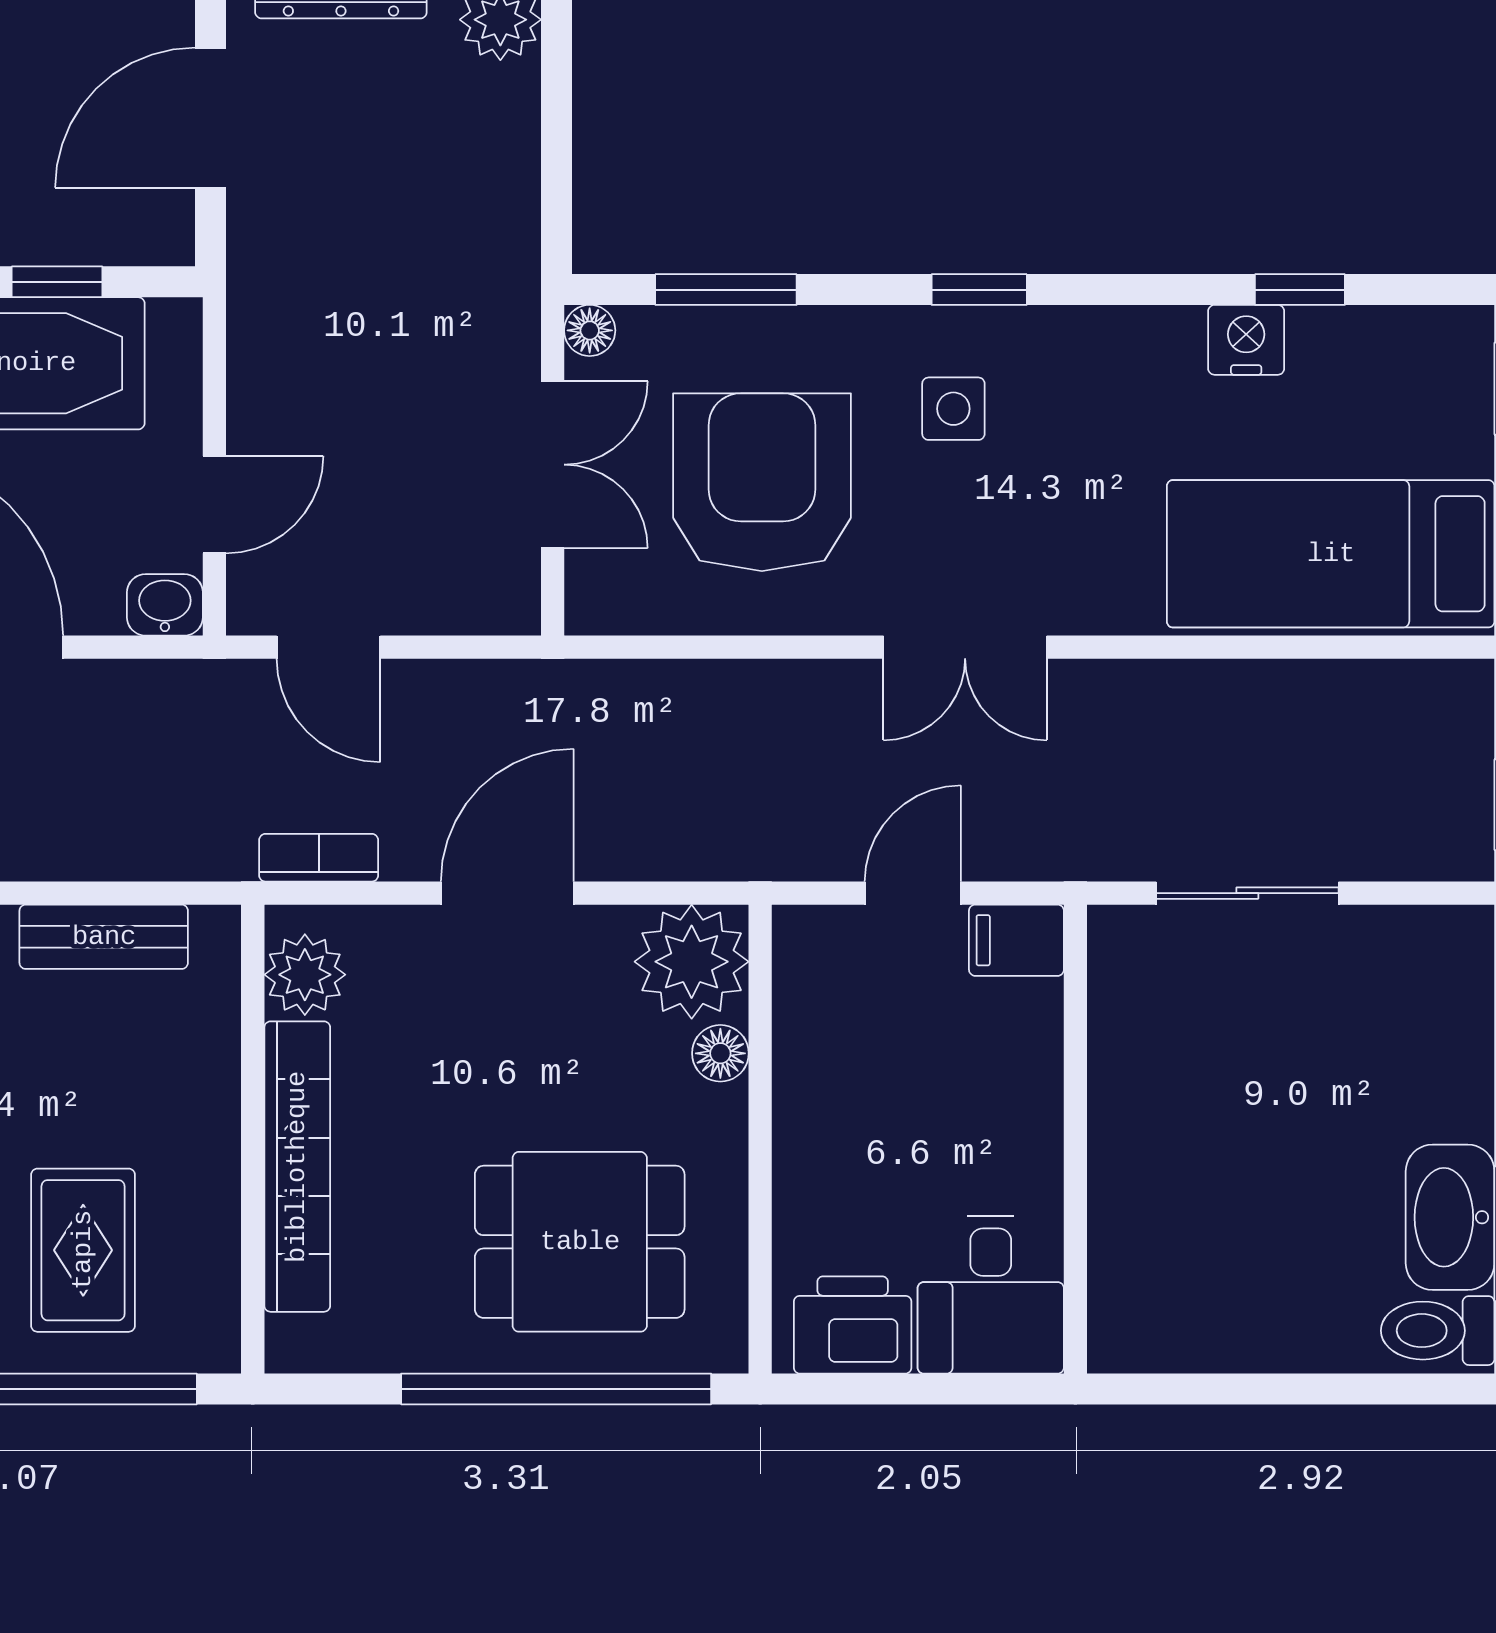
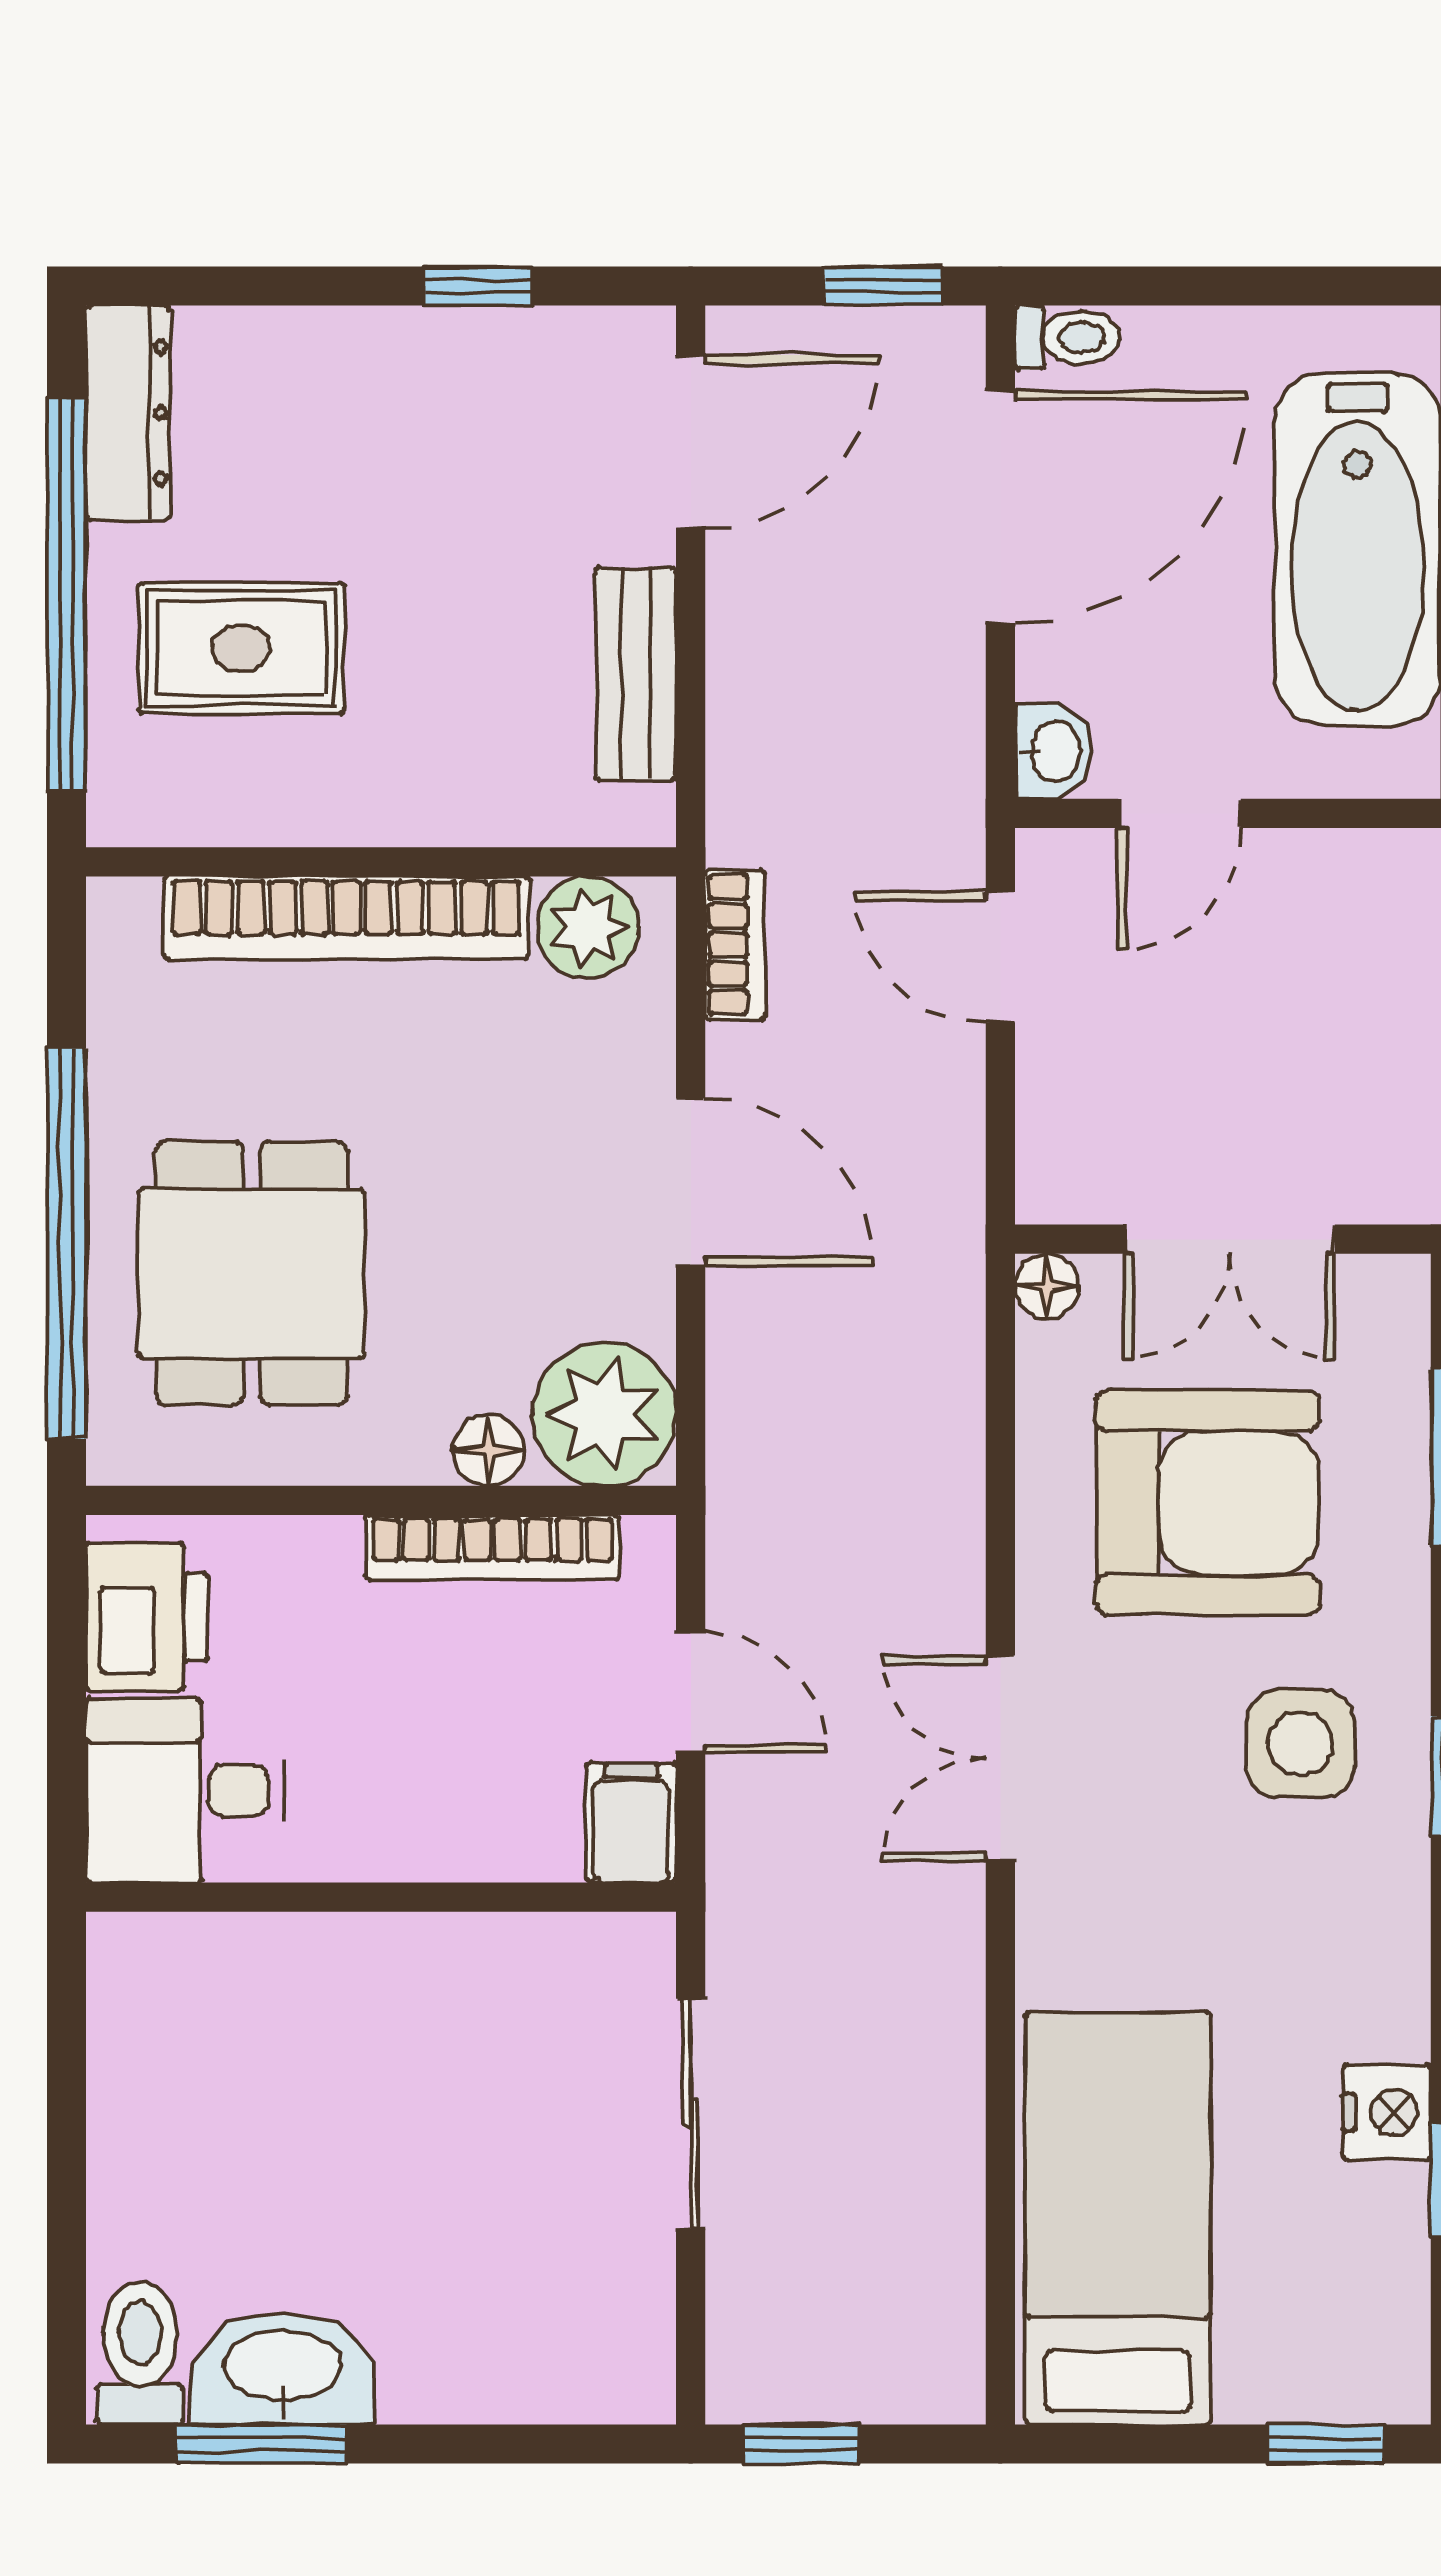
floor lamp: (590, 330) -> (1047, 1286), moved
side table: (953, 409) -> (1300, 1744), width x1.37, depth x1.37
door: (214, 505) -> (1180, 813), hinge flipped
door: (329, 647) -> (1000, 957), hinge flipped
bookcase: (798, 1050) -> (493, 1548), added

